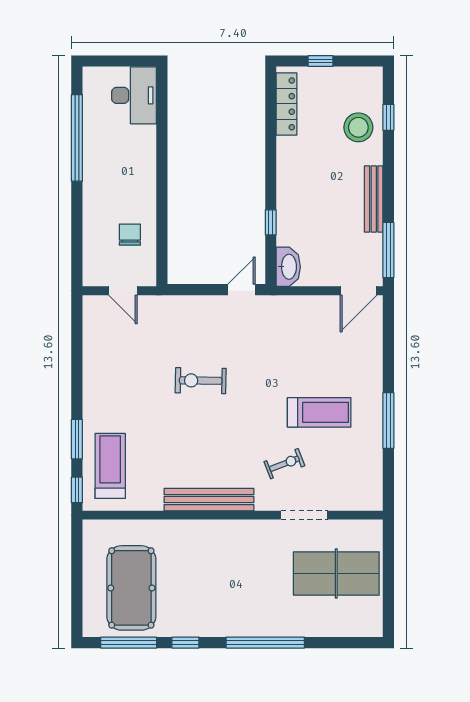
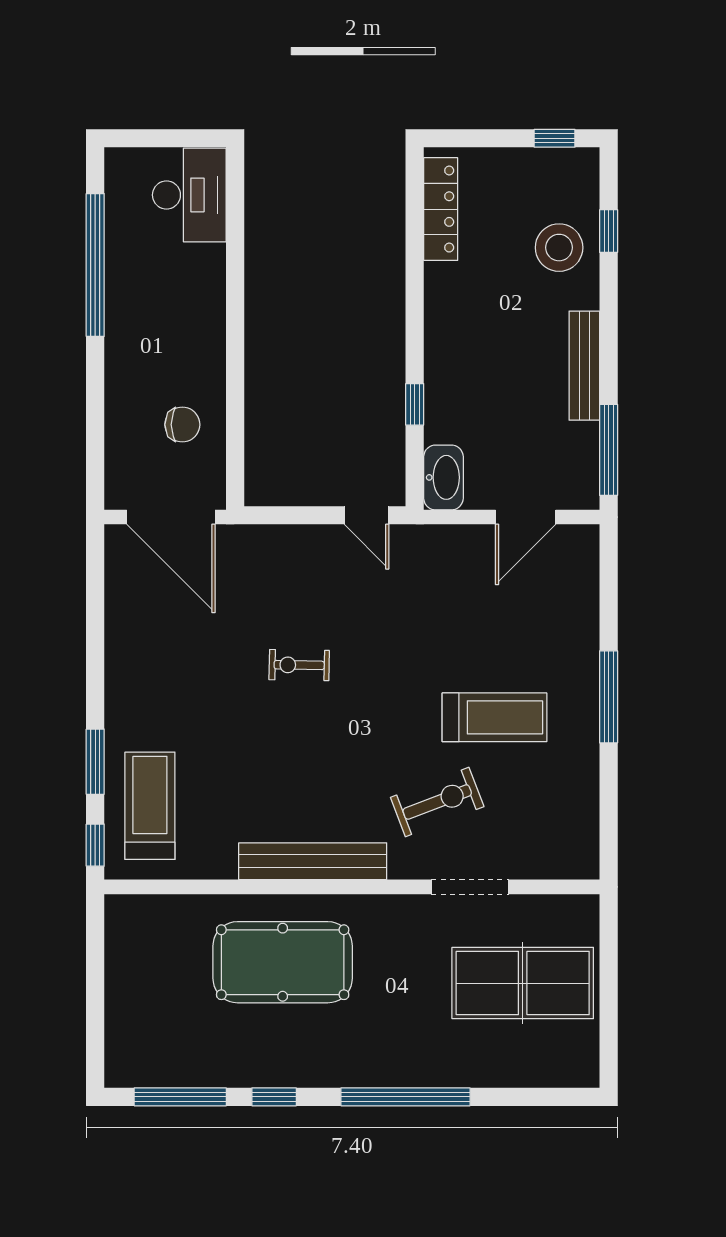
window: (321, 61) -> (555, 138), moved
chair: (130, 235) -> (182, 425), turned 90
door: (242, 290) -> (366, 515), swing flipped
door: (123, 291) -> (171, 517), width x1.88
door: (359, 291) -> (526, 517), moved
exercise bike: (201, 381) -> (299, 665), width x0.73, depth x0.72
window: (388, 420) -> (609, 697), moved
exercise bike: (284, 464) -> (437, 802), width x1.38, depth x1.39
pool table: (131, 588) -> (283, 962), moved, turned 90

